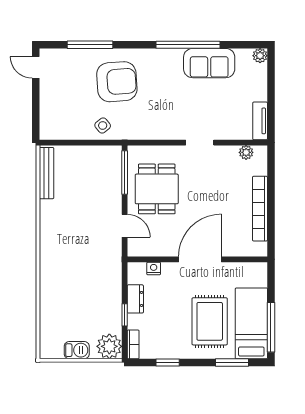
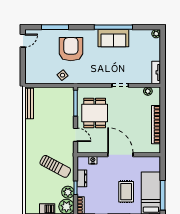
sofa: (209, 63) -> (113, 38), moved
door: (36, 67) -> (23, 41), swing flipped
armchair: (117, 82) -> (71, 49), turned -86
door: (200, 259) -> (120, 155), hinge flipped
sun lounger: (90, 279) -> (55, 166), added
rug: (210, 321) -> (126, 192), width x0.73, depth x0.70
plant: (112, 322) -> (68, 192), added

